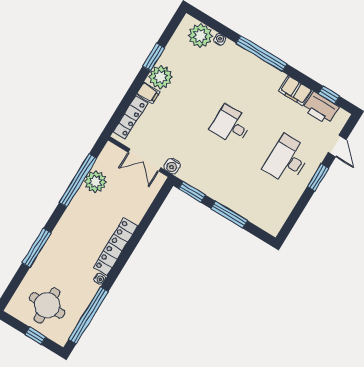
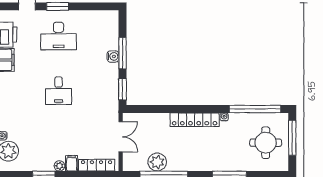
plant: (161, 77) -> (59, 166), width x0.53, depth x0.53
water cooler: (172, 166) -> (113, 56), moved
window: (35, 336) -> (292, 138), width x2.17

